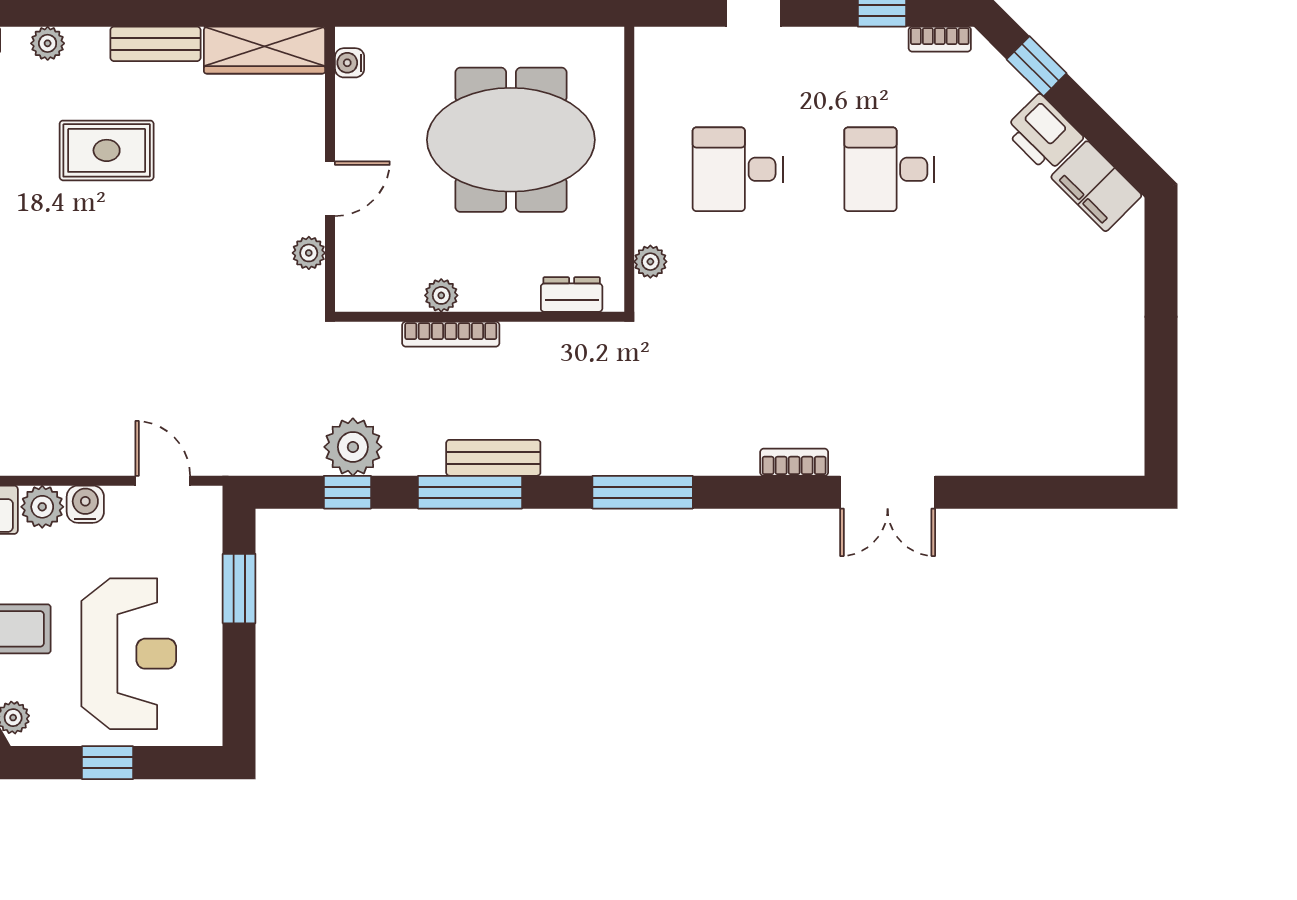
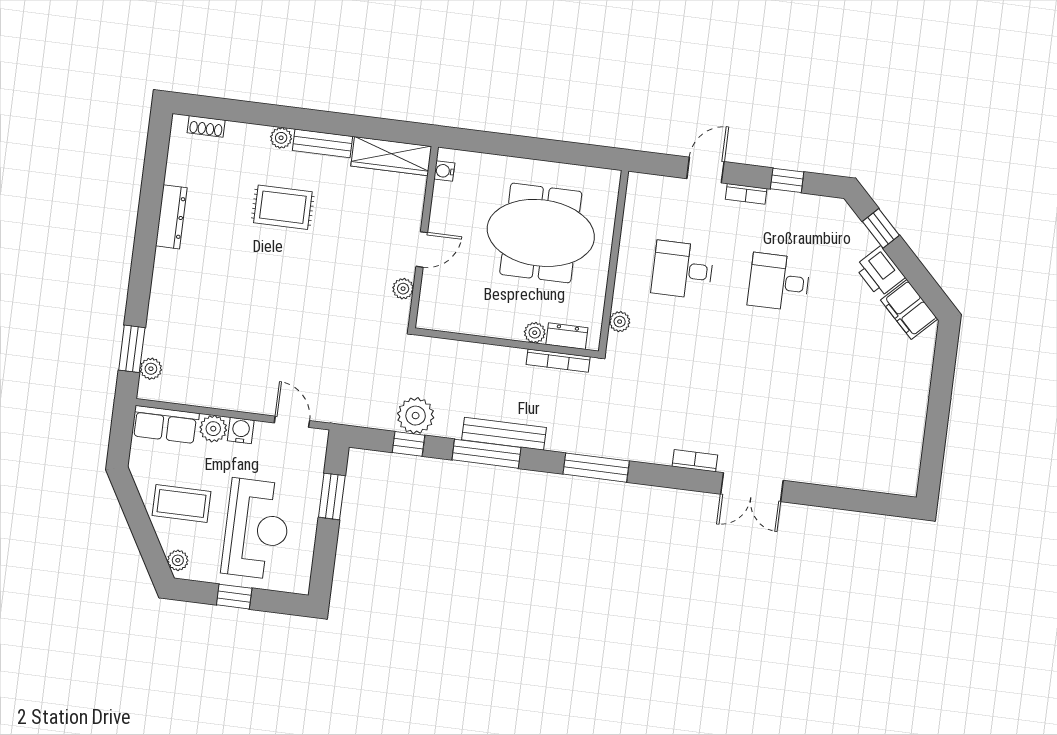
bookcase: (940, 39) -> (746, 194), moved
plant: (48, 43) -> (281, 138), moved
plant: (441, 295) -> (535, 333), moved
bookcase: (451, 334) -> (558, 361), moved
bench: (493, 458) -> (504, 434), width x1.36

